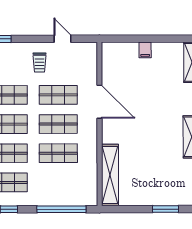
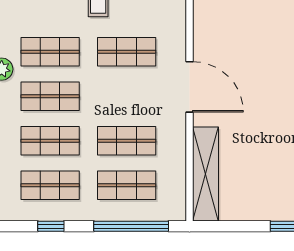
door: (99, 102) -> (190, 87), moved
shop shelf: (58, 124) -> (127, 185), moved

